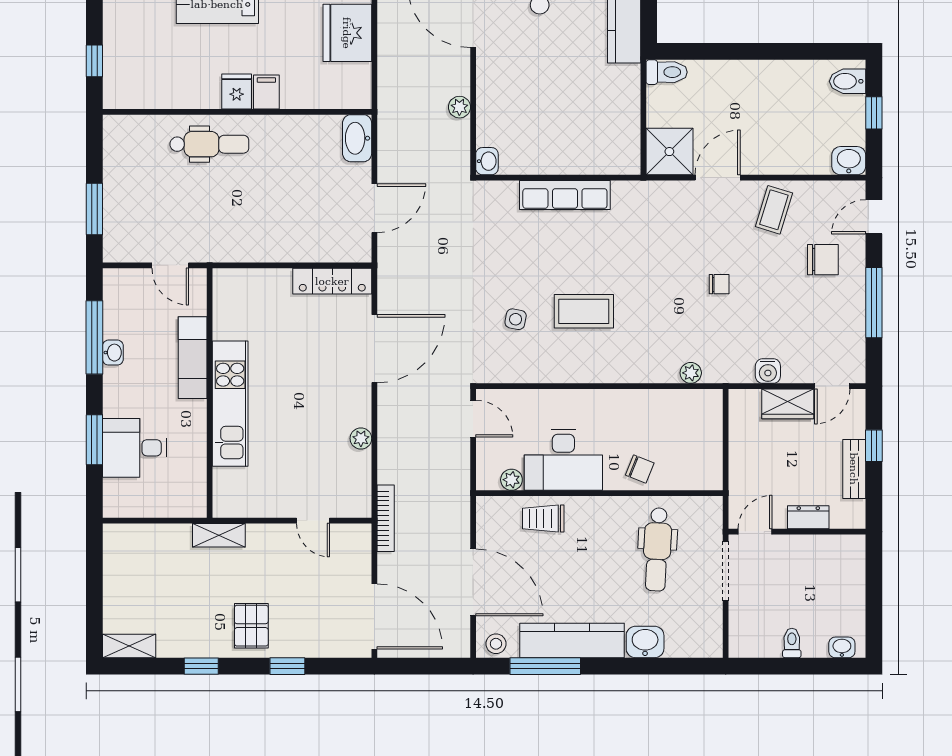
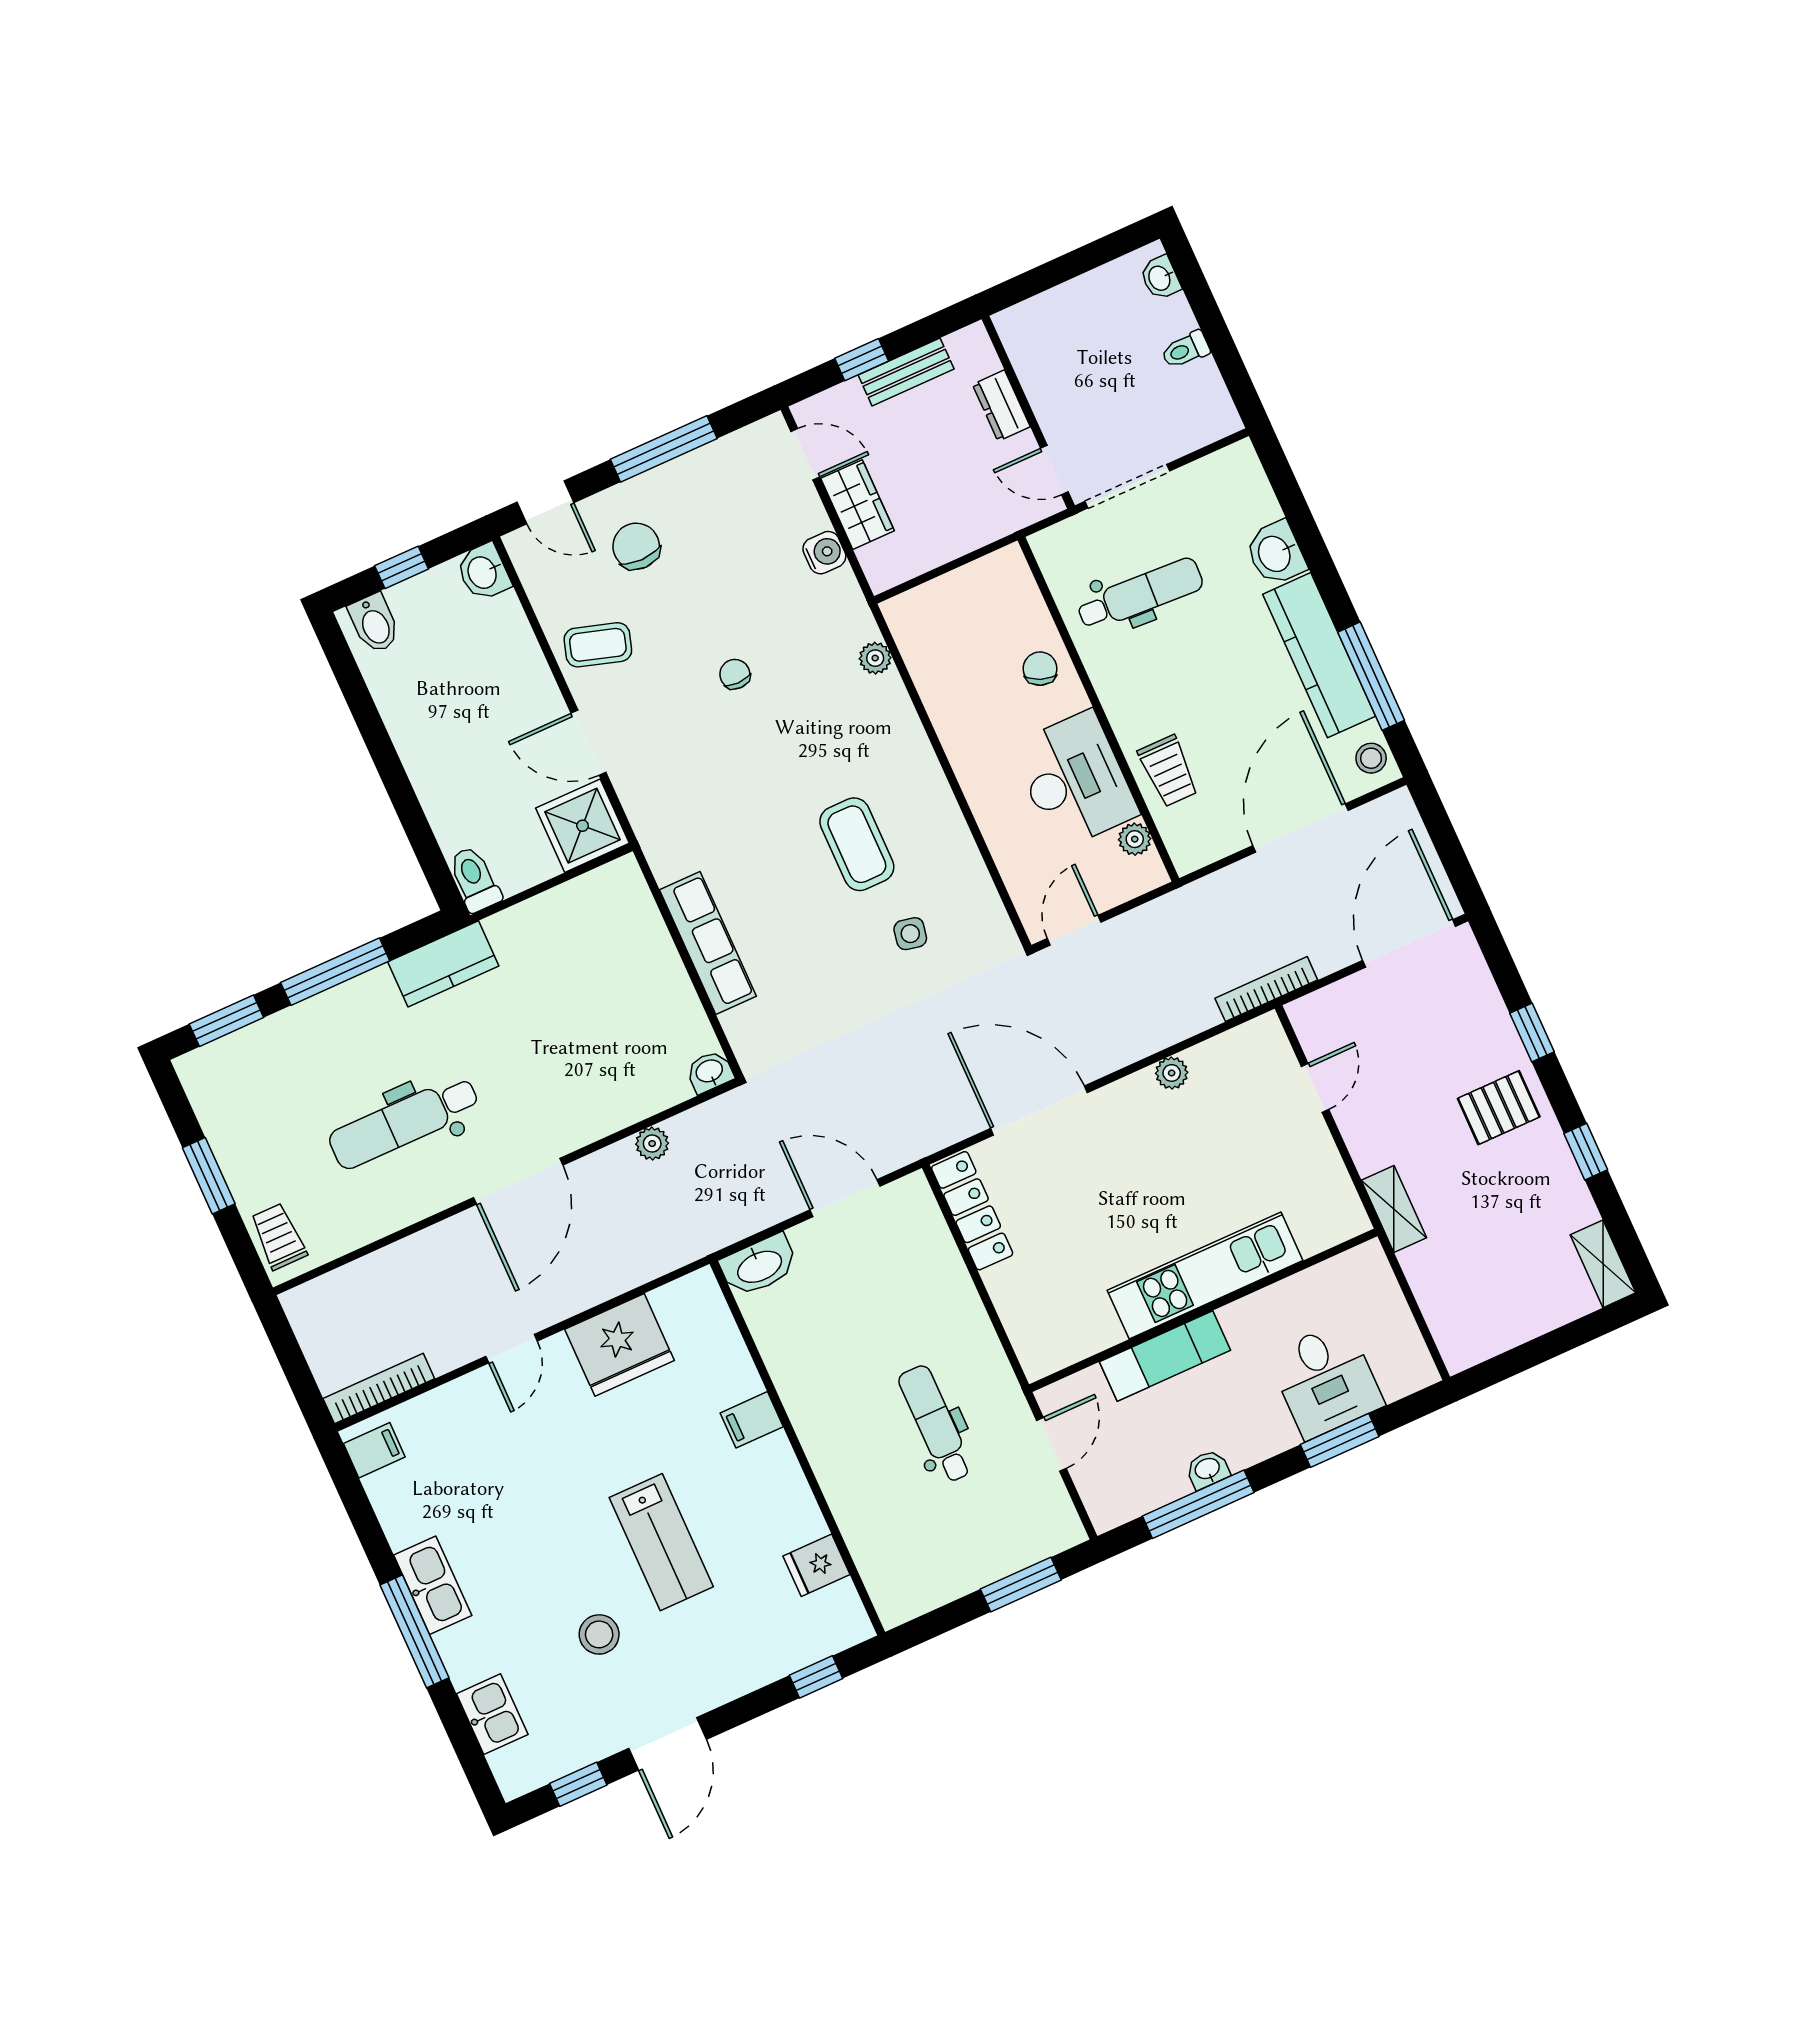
fridge: (237, 91) -> (816, 1565), moved
dental chair: (209, 144) -> (936, 1424), moved

